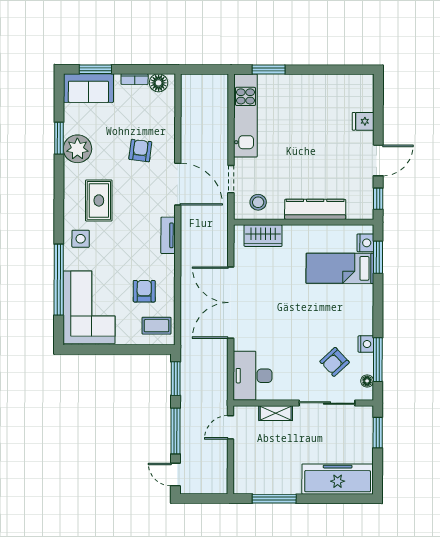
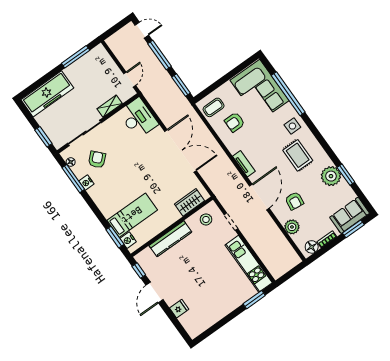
plant: (165, 122) -> (292, 227), added
door: (178, 184) -> (259, 197), swing flipped
armchair: (144, 291) -> (235, 122), turned 90

